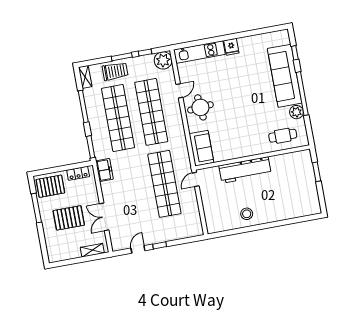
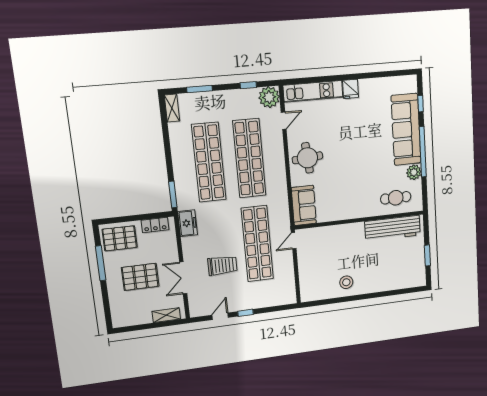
window: (122, 57) -> (200, 89), moved
trolley: (115, 71) -> (222, 266), moved
door: (179, 91) -> (284, 121), moved
window: (83, 106) -> (167, 145), removed
workbench: (245, 170) -> (393, 228), moved
window: (317, 172) -> (427, 255), moved

